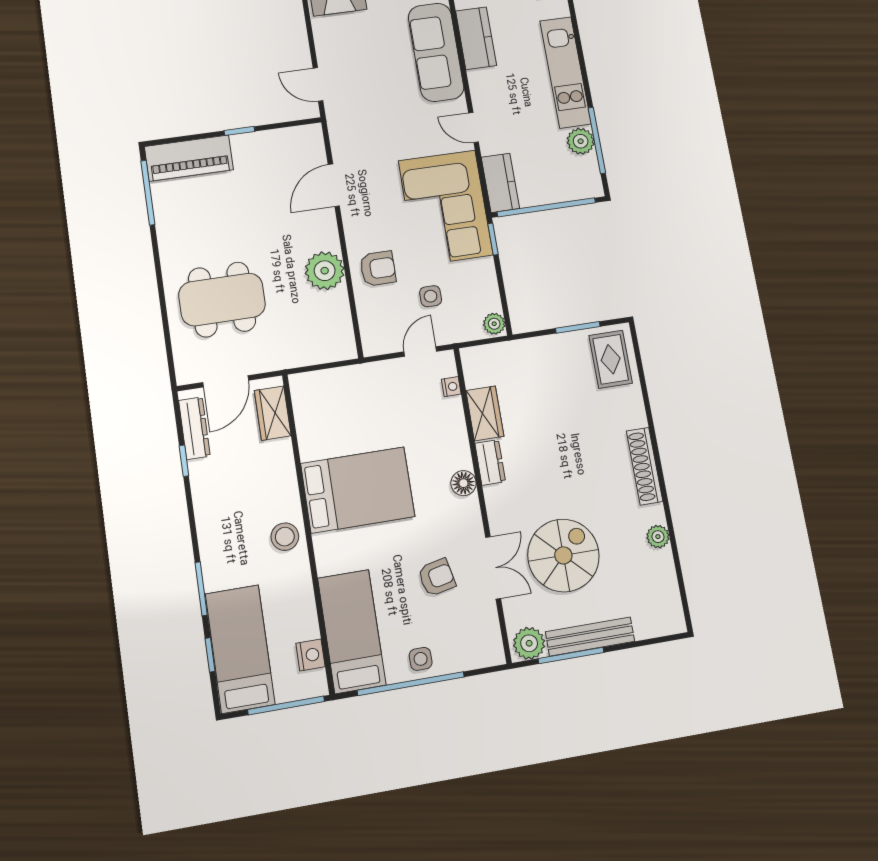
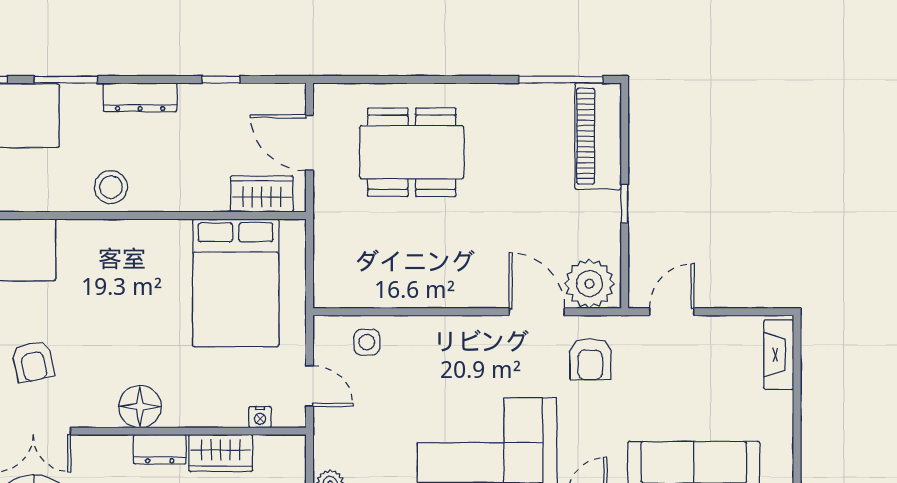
armchair: (378, 269) -> (590, 359), moved
plant: (325, 271) -> (589, 284), moved
side table: (431, 296) -> (367, 342), moved
dining table: (222, 299) -> (412, 152), turned 90
dresser: (194, 428) -> (140, 97), moved
floor lamp: (463, 483) -> (140, 407), width x1.38, depth x1.38
bed: (358, 490) -> (236, 283), moved

